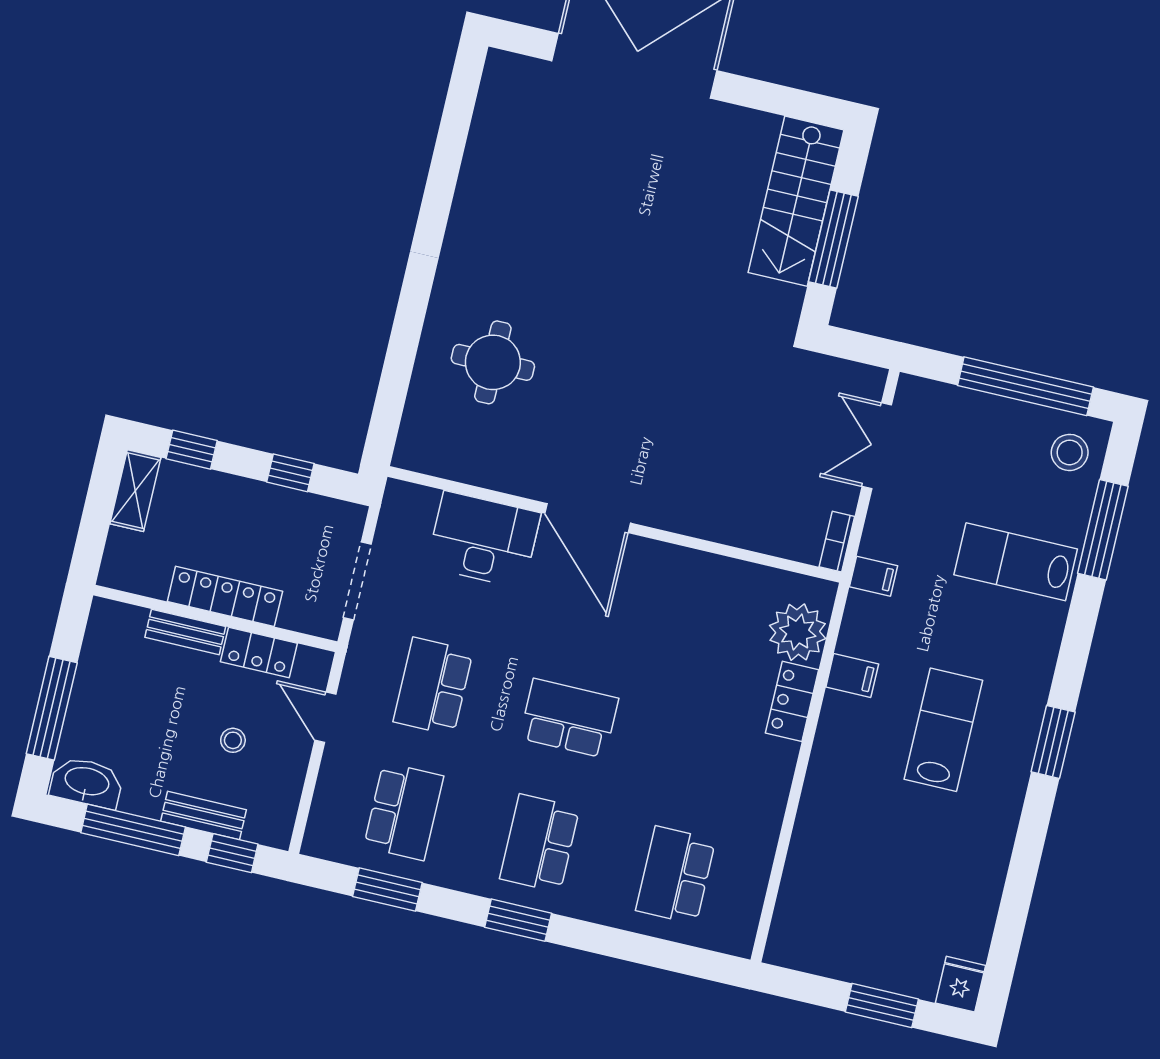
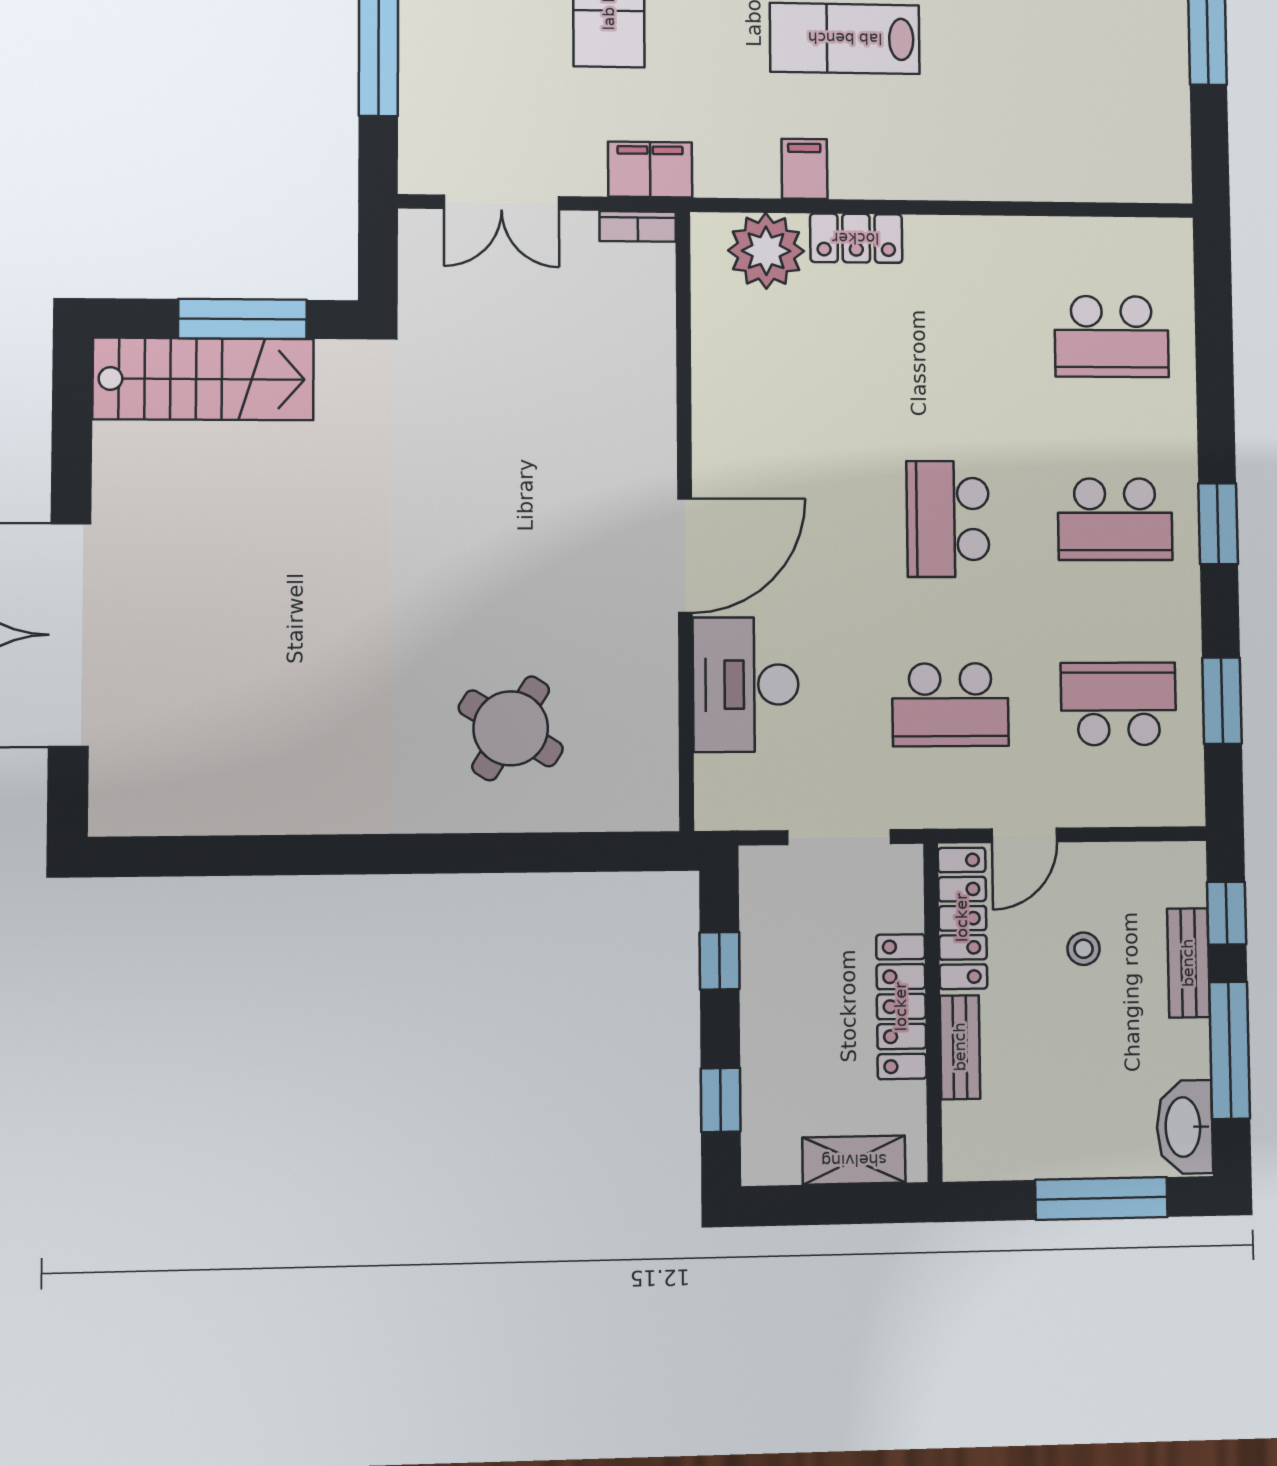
round table: (493, 362) -> (511, 728), turned 32
shelving: (135, 491) -> (854, 1160), moved
filing cabinet: (873, 576) -> (650, 169), width x2.00
locker: (259, 653) -> (962, 918), width x1.53

